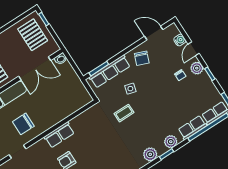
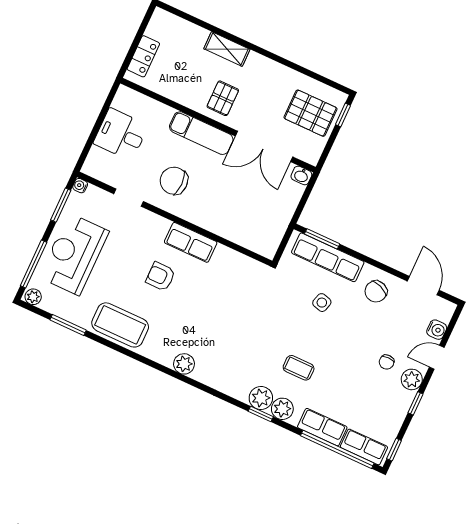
pallet: (33, 35) -> (311, 113), turned 90
coffee table: (124, 113) -> (299, 368), moved
plant: (150, 154) -> (261, 398), moved

